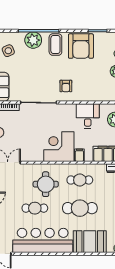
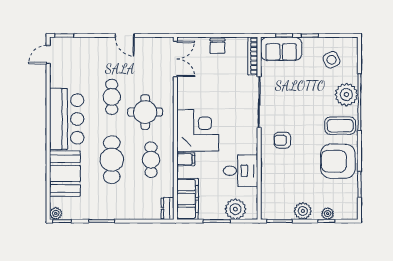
bar counter: (43, 240) -> (67, 119), width x0.73

